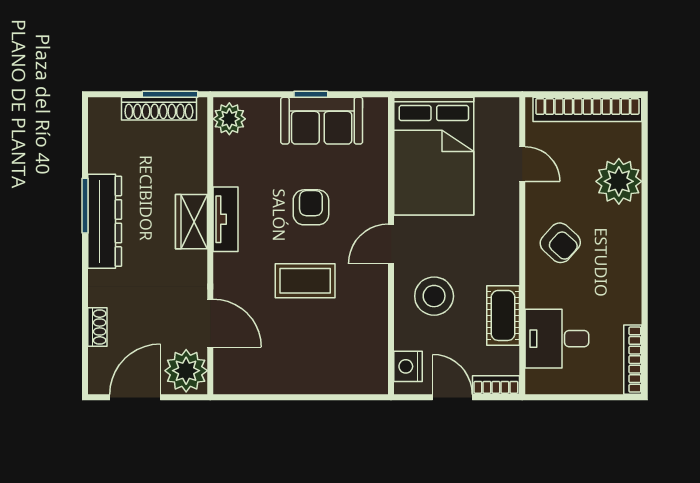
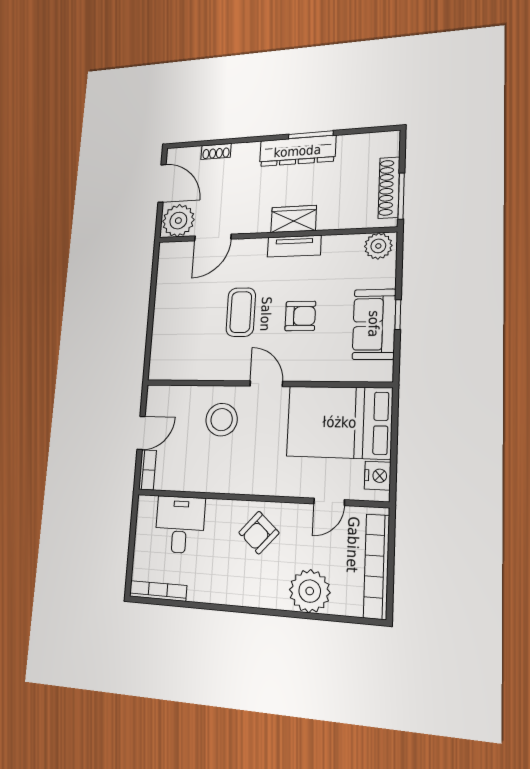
cot: (503, 315) -> (202, 478), removed
nightstand: (408, 366) -> (378, 476), moved, turned 90

